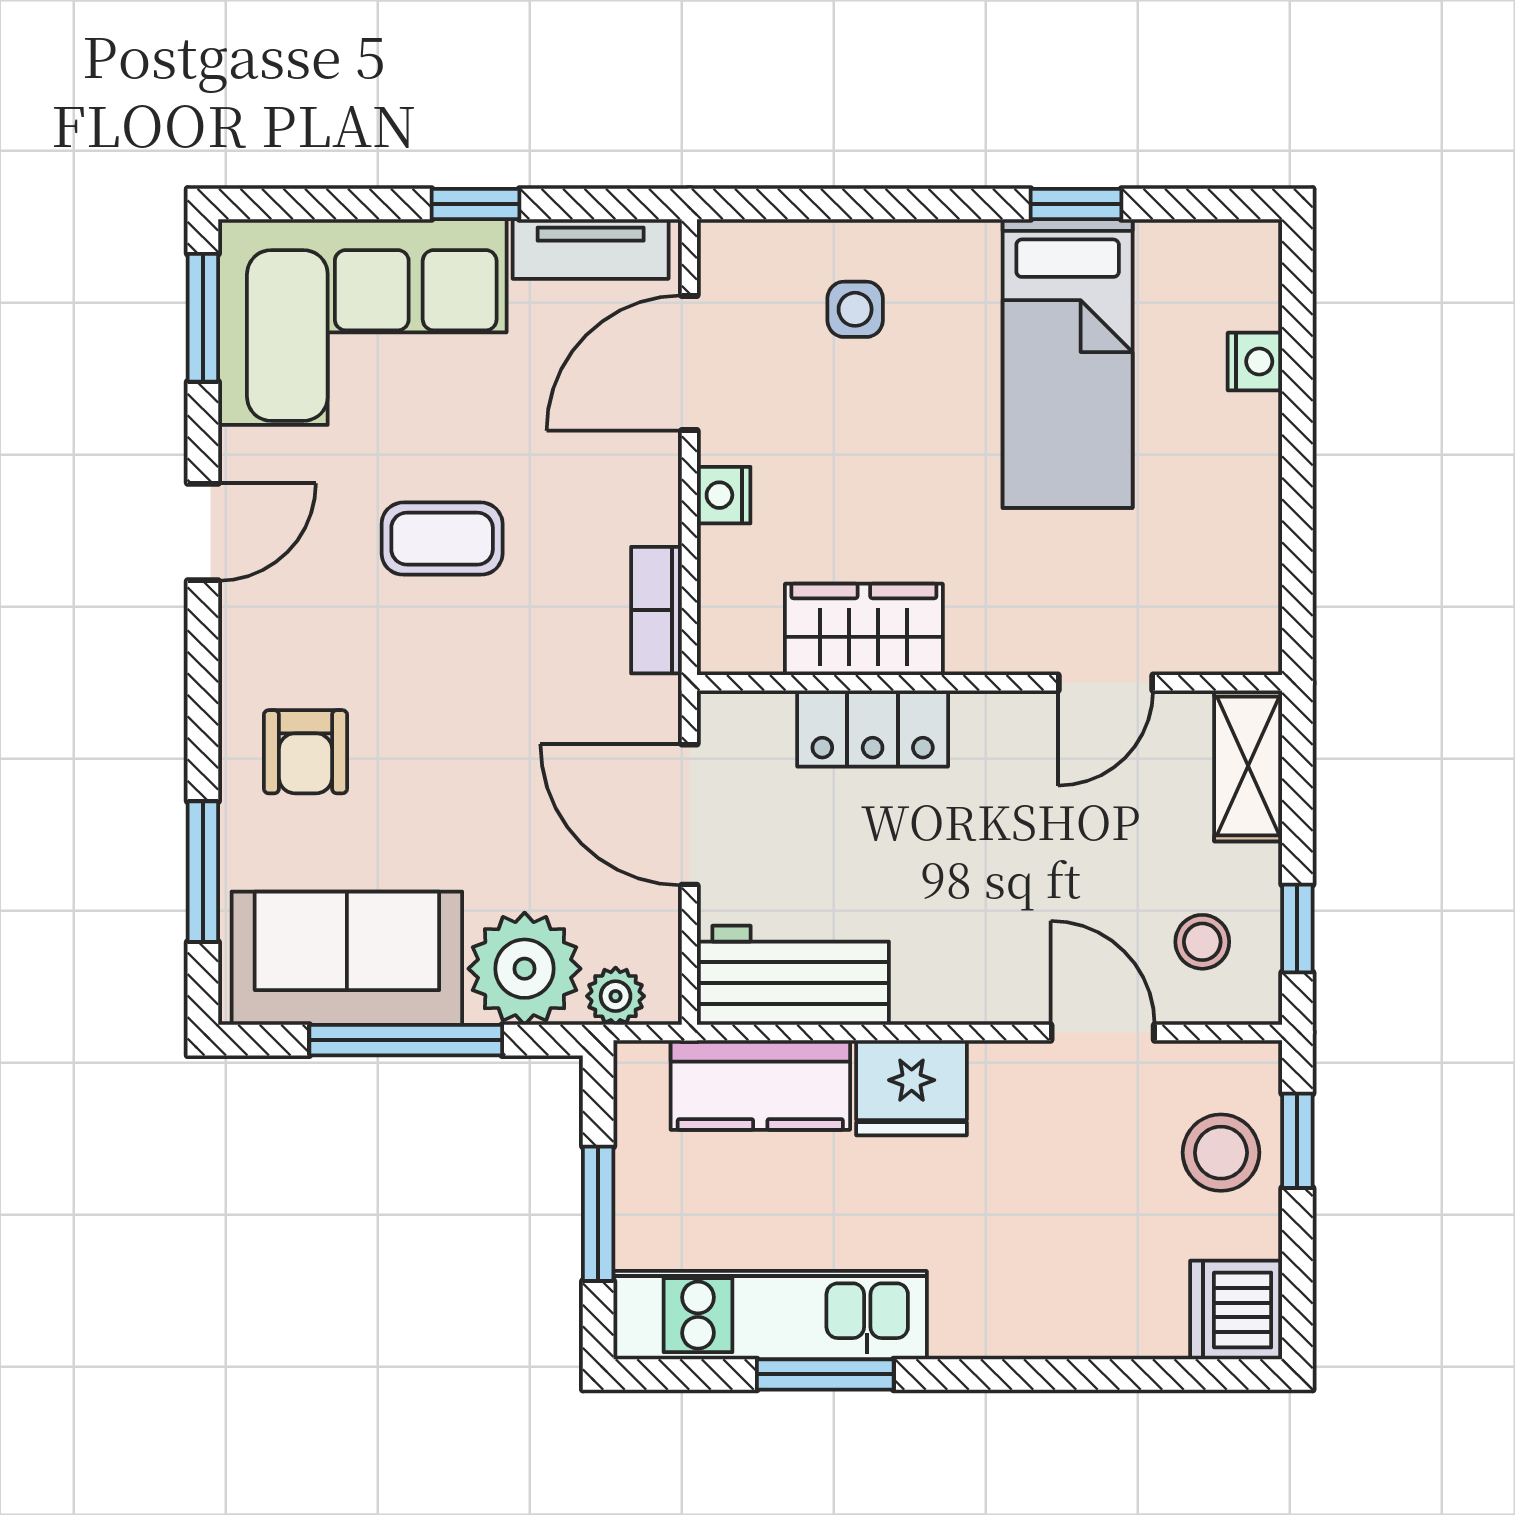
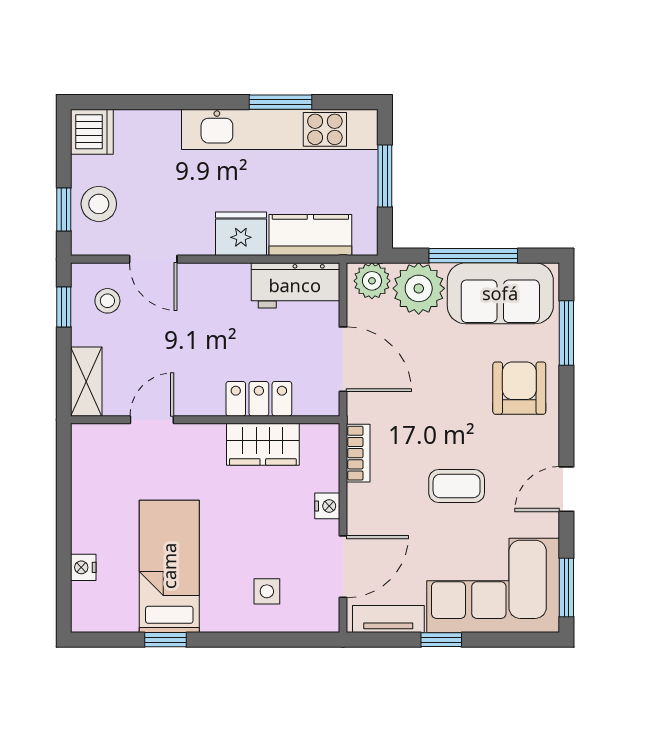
armchair: (305, 752) -> (519, 388), width x1.38, depth x1.38
plant: (616, 996) -> (372, 281), width x1.38, depth x1.38
kitchen unit: (770, 1315) -> (280, 129), width x1.36

